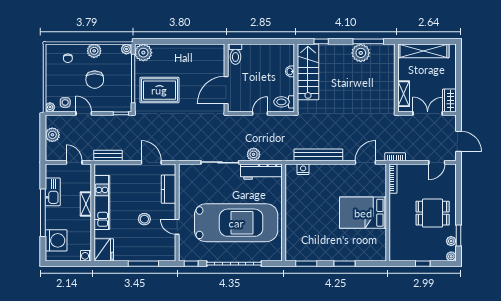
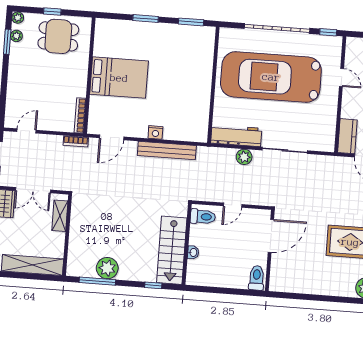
nightstand: (303, 169) -> (155, 132), moved
kitchen counter: (169, 189) -> (347, 136), moved
dining table: (433, 213) -> (58, 36), moved

